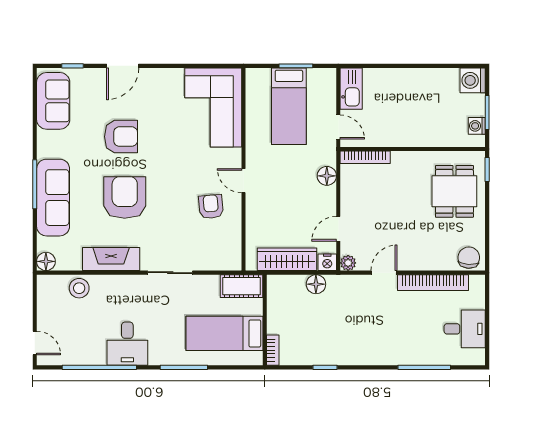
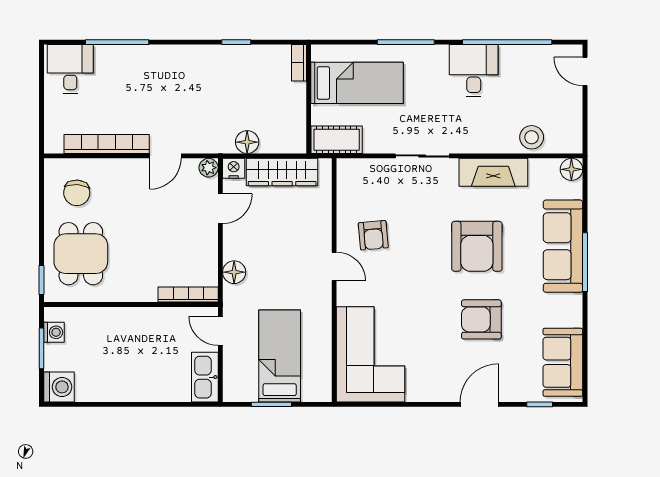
chair: (469, 258) -> (77, 193), moved
desk: (465, 329) -> (70, 69), moved, turned 90

